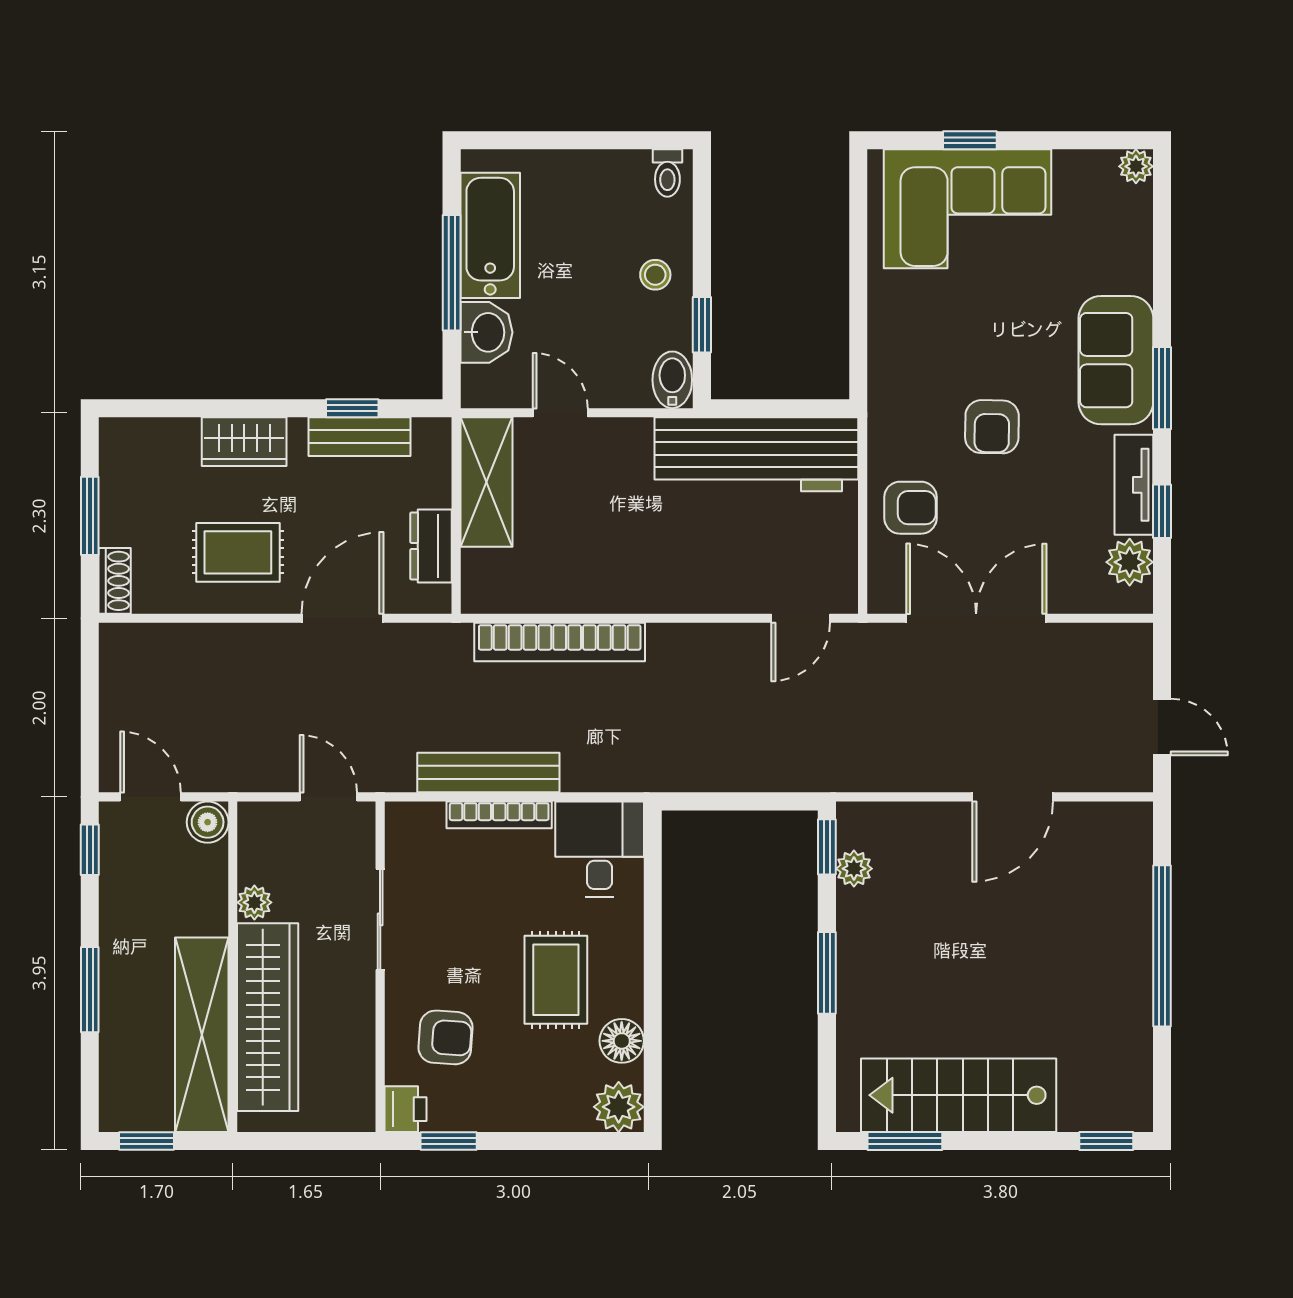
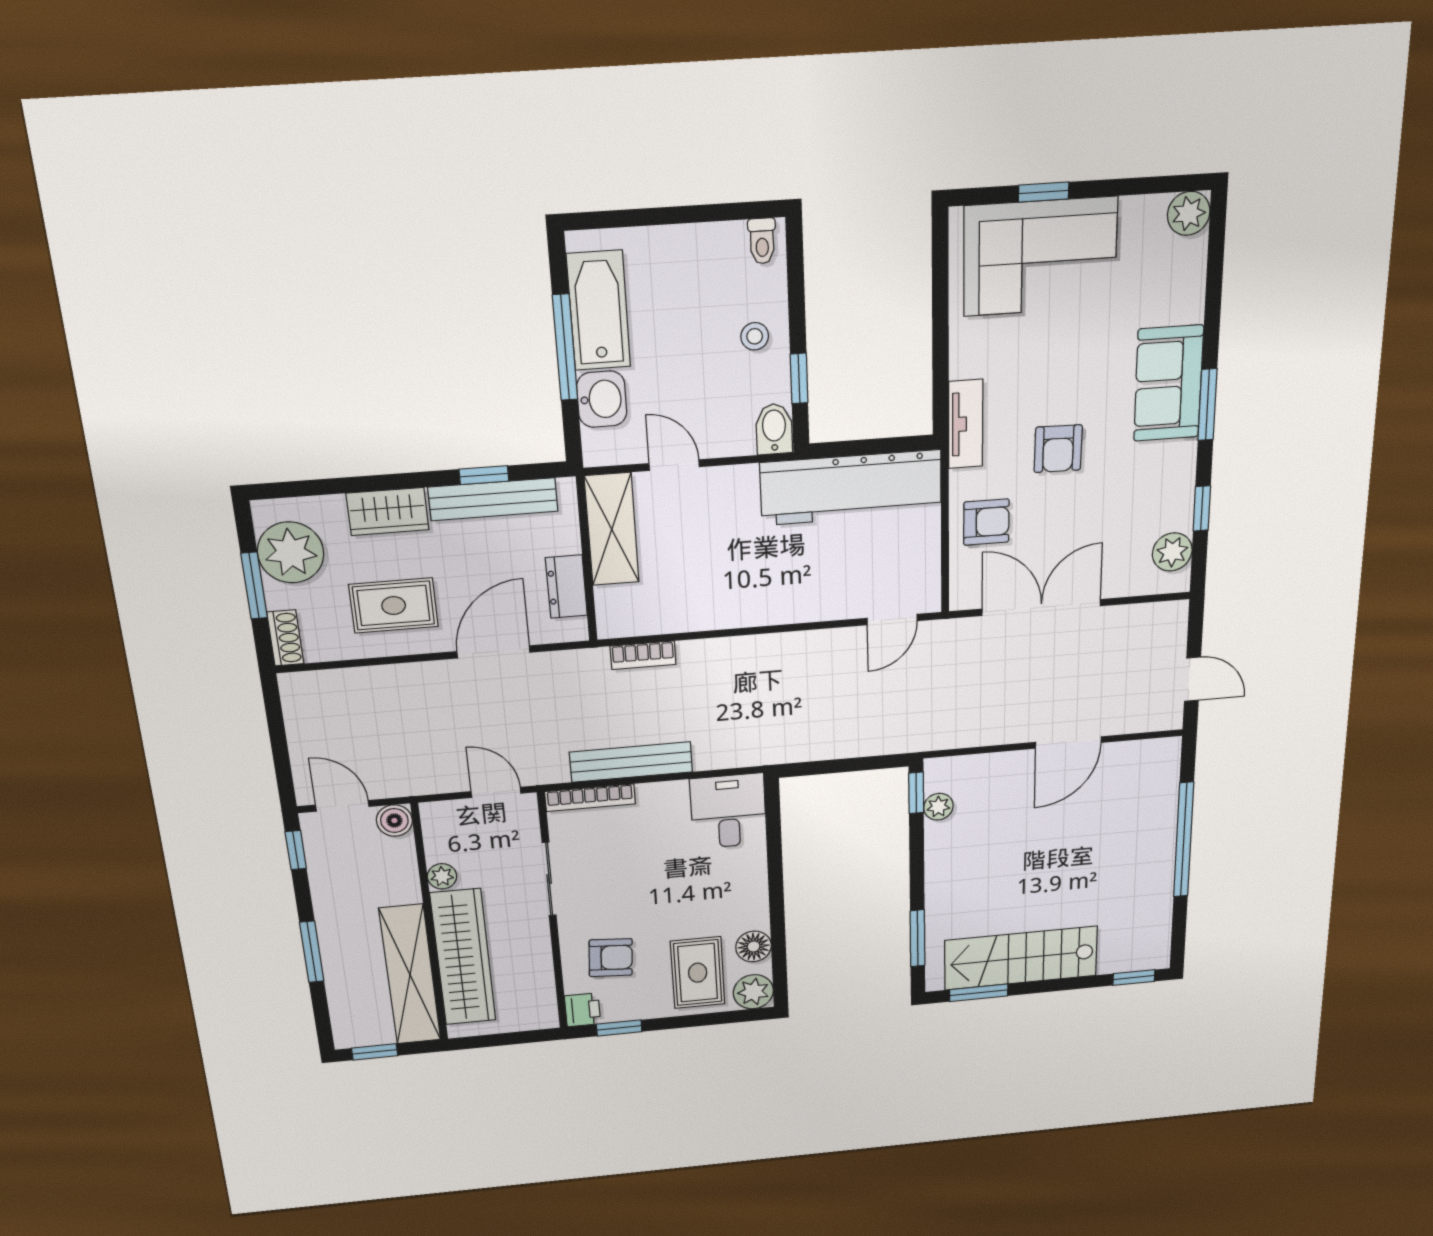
plant: (1136, 166) -> (1189, 213), width x1.38, depth x1.38
bench: (359, 437) -> (493, 499), width x1.36
plant: (134, 481) -> (291, 553), added
tv unit: (1134, 485) -> (966, 424), moved, turned 180
bookcase: (560, 642) -> (643, 655), width x0.43, depth x0.76
bookcase: (499, 815) -> (590, 798), moved
window: (827, 973) -> (918, 938), moved
rug: (556, 980) -> (698, 973), moved

